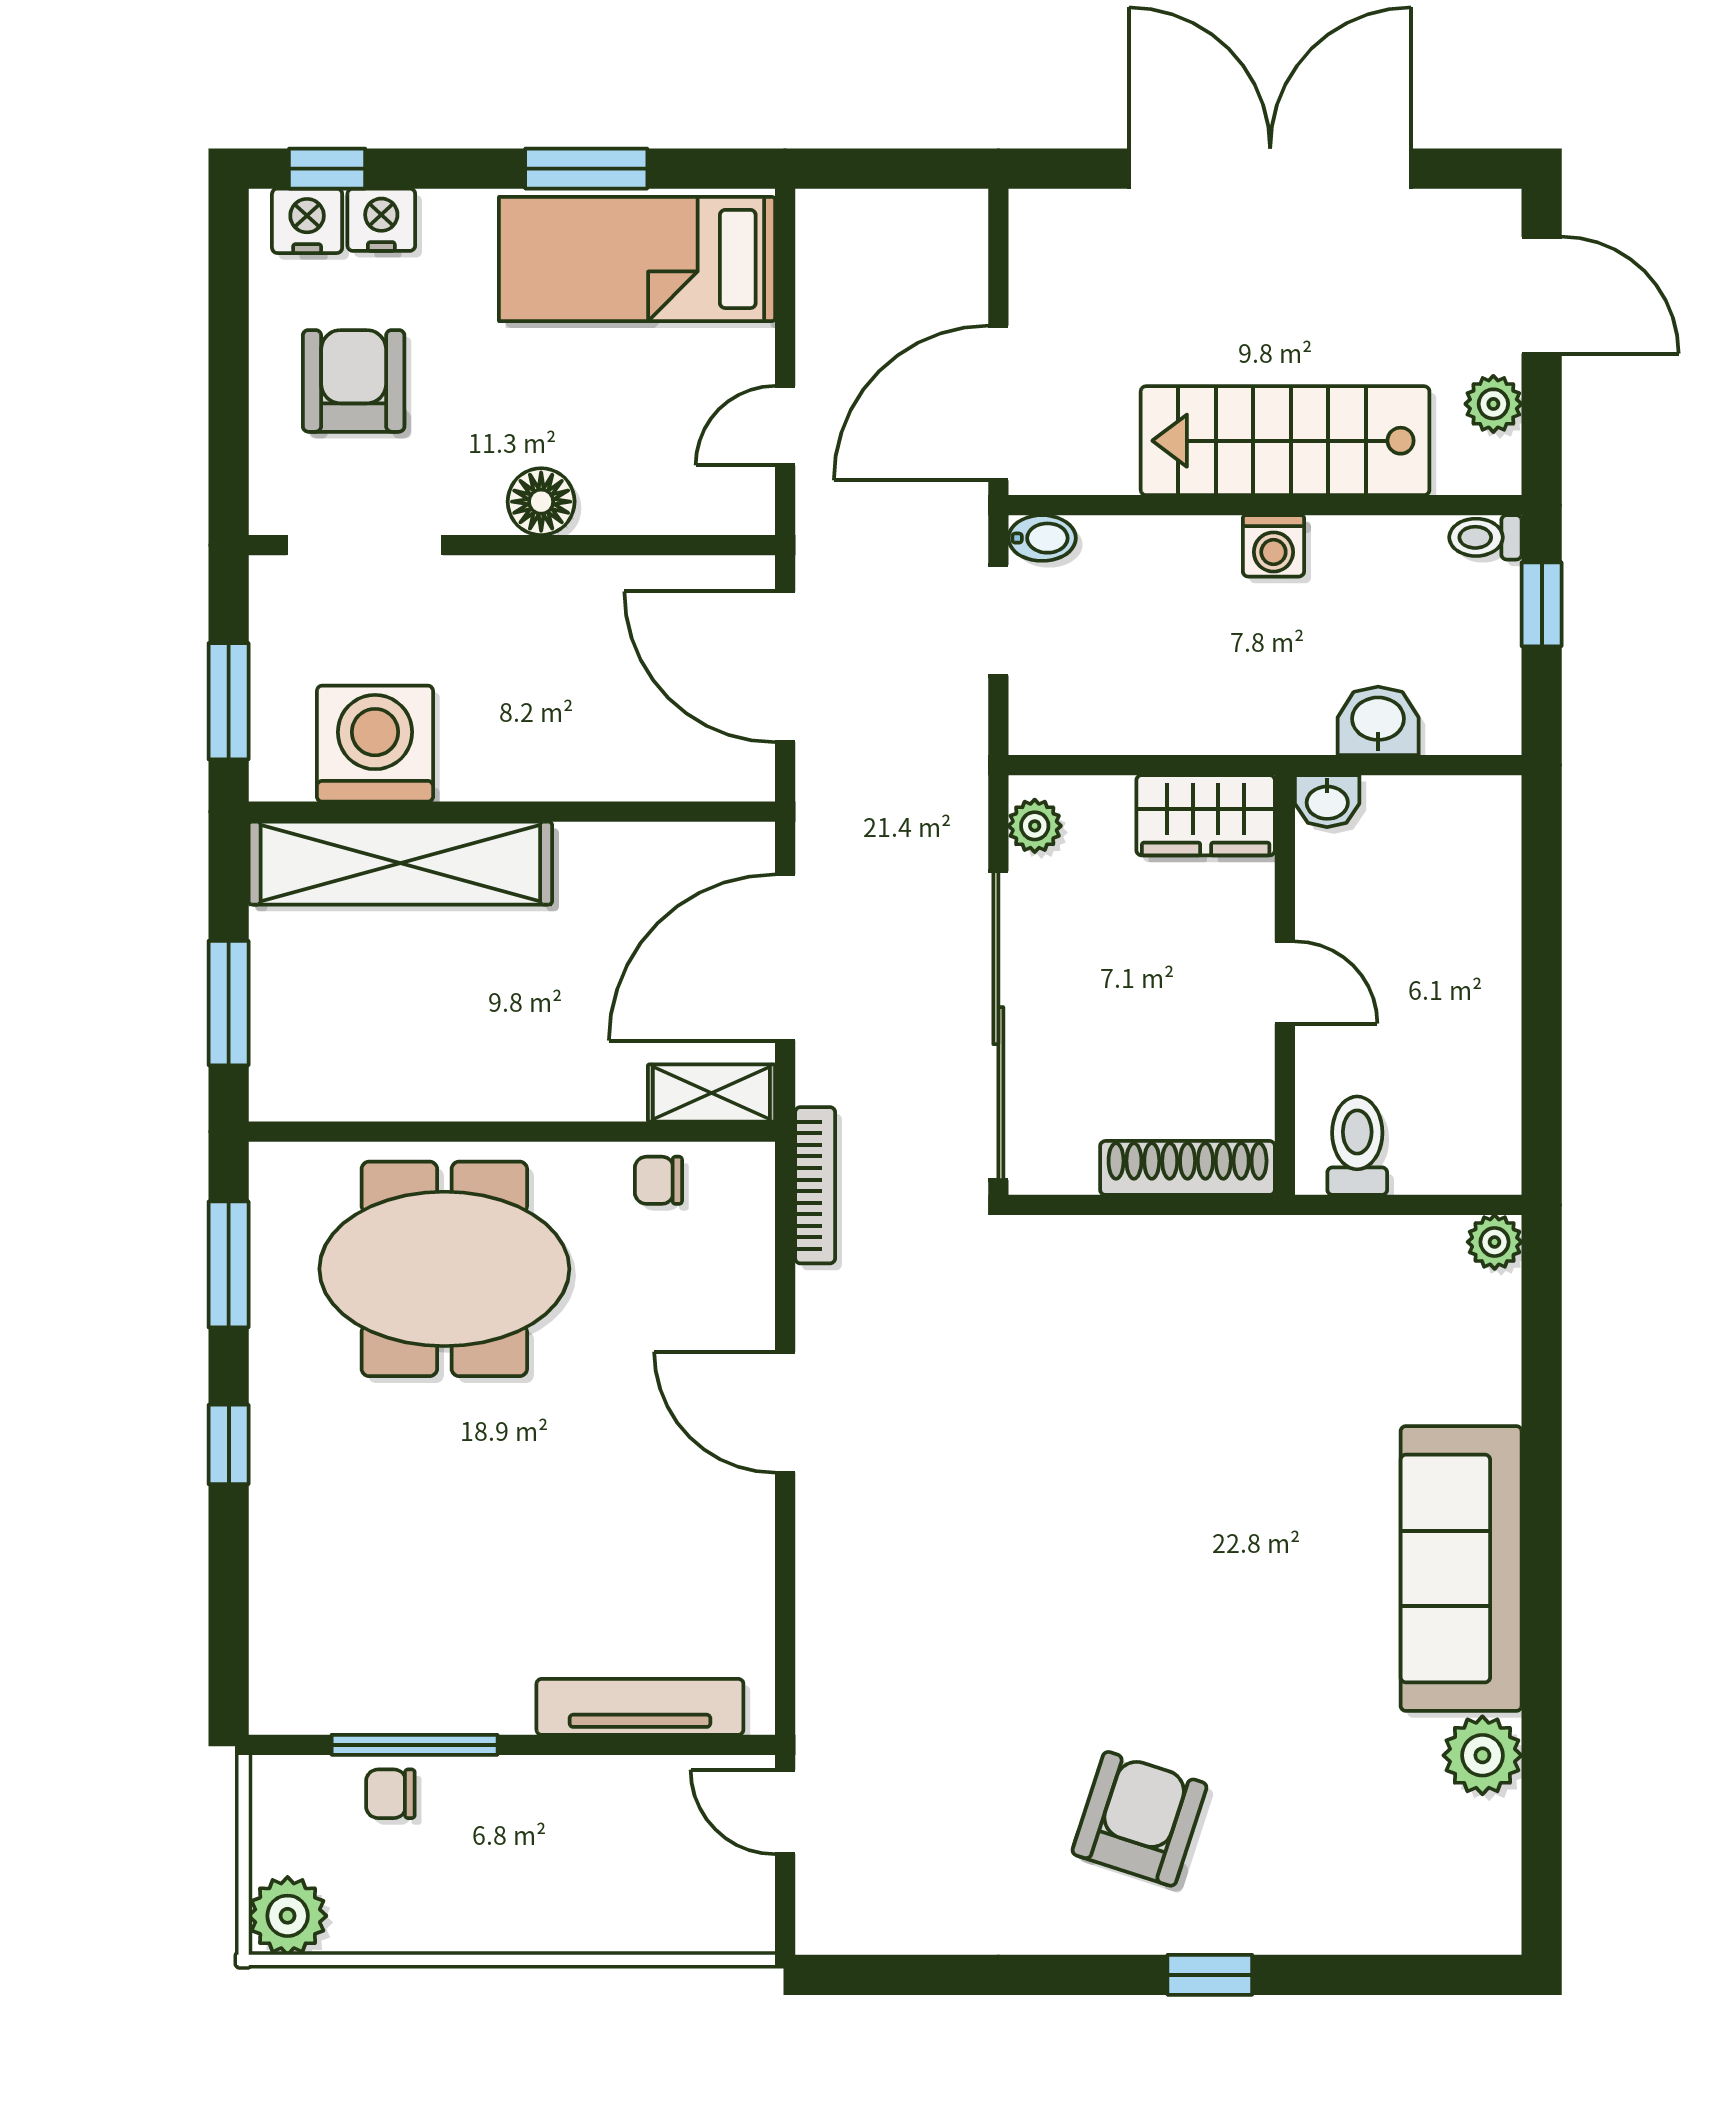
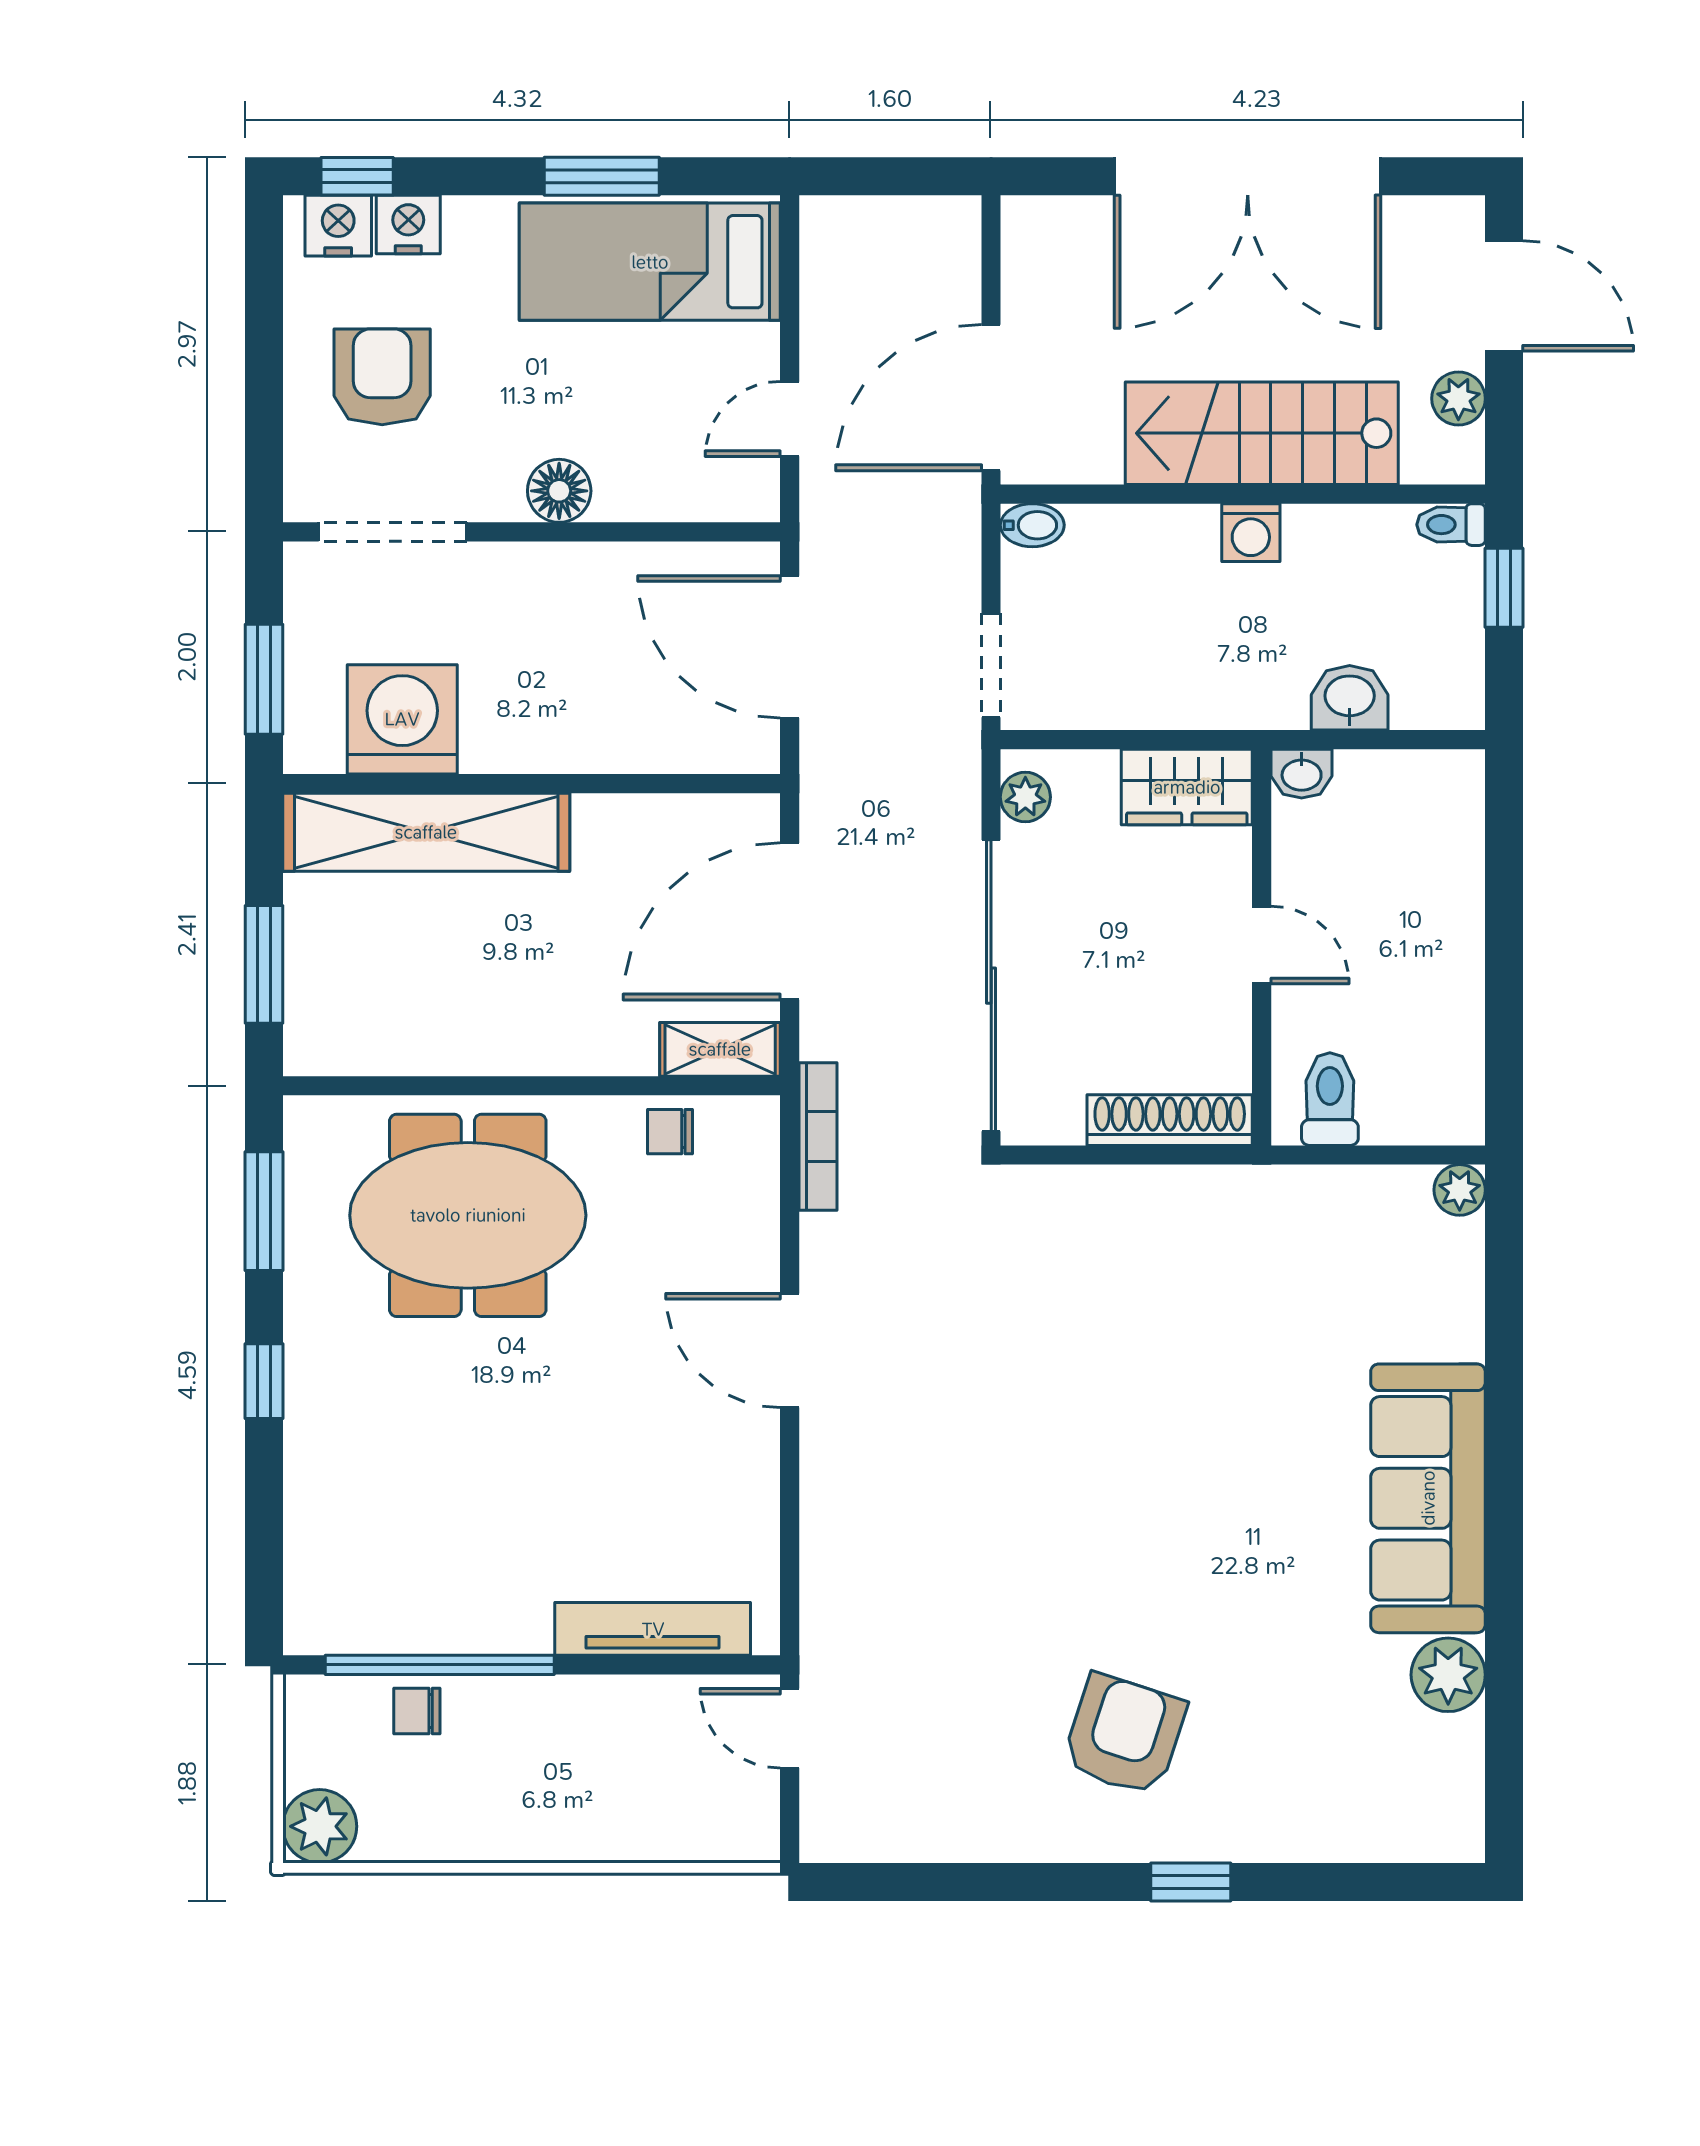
double door: (1270, 169) -> (1248, 176), swing flipped
doorway: (998, 620) -> (991, 665), moved
window: (415, 1745) -> (440, 1665), width x1.46

